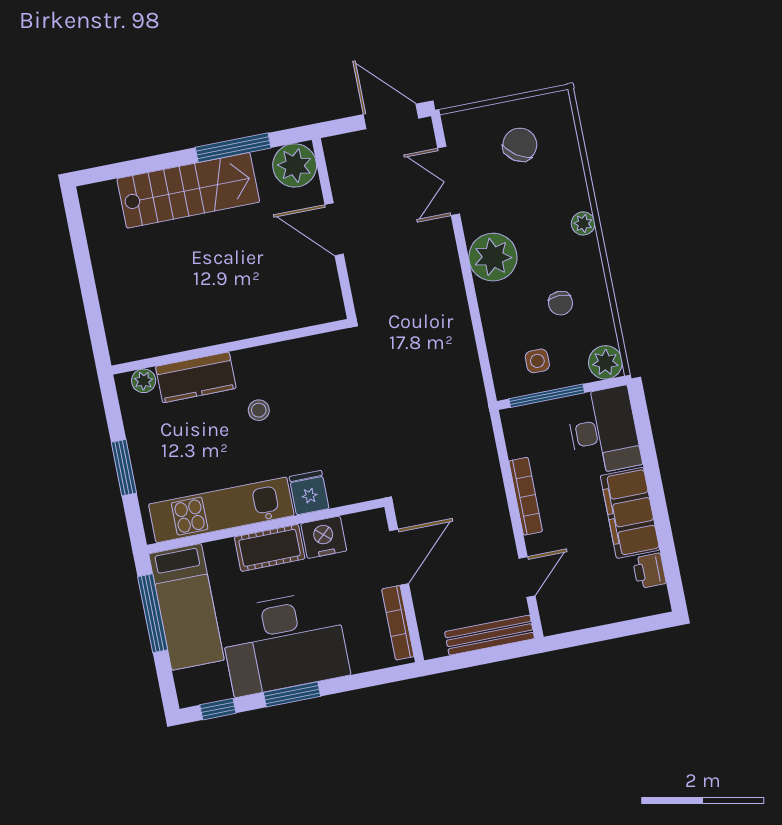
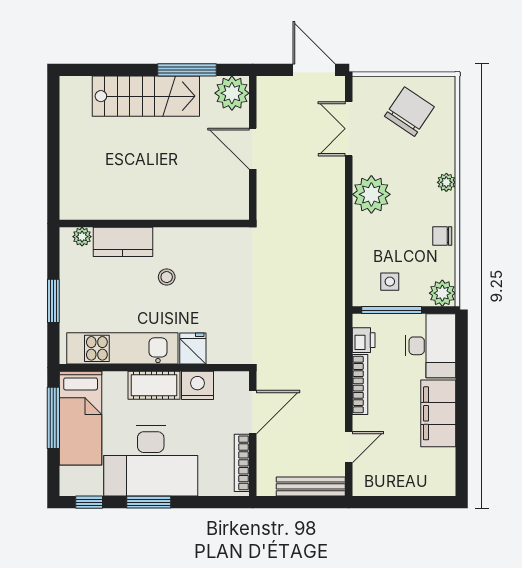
chair: (520, 145) -> (409, 112), width x1.37, depth x1.37
chair: (560, 303) -> (442, 236), moved, turned 90
printer: (649, 571) -> (364, 340), moved, turned 180

